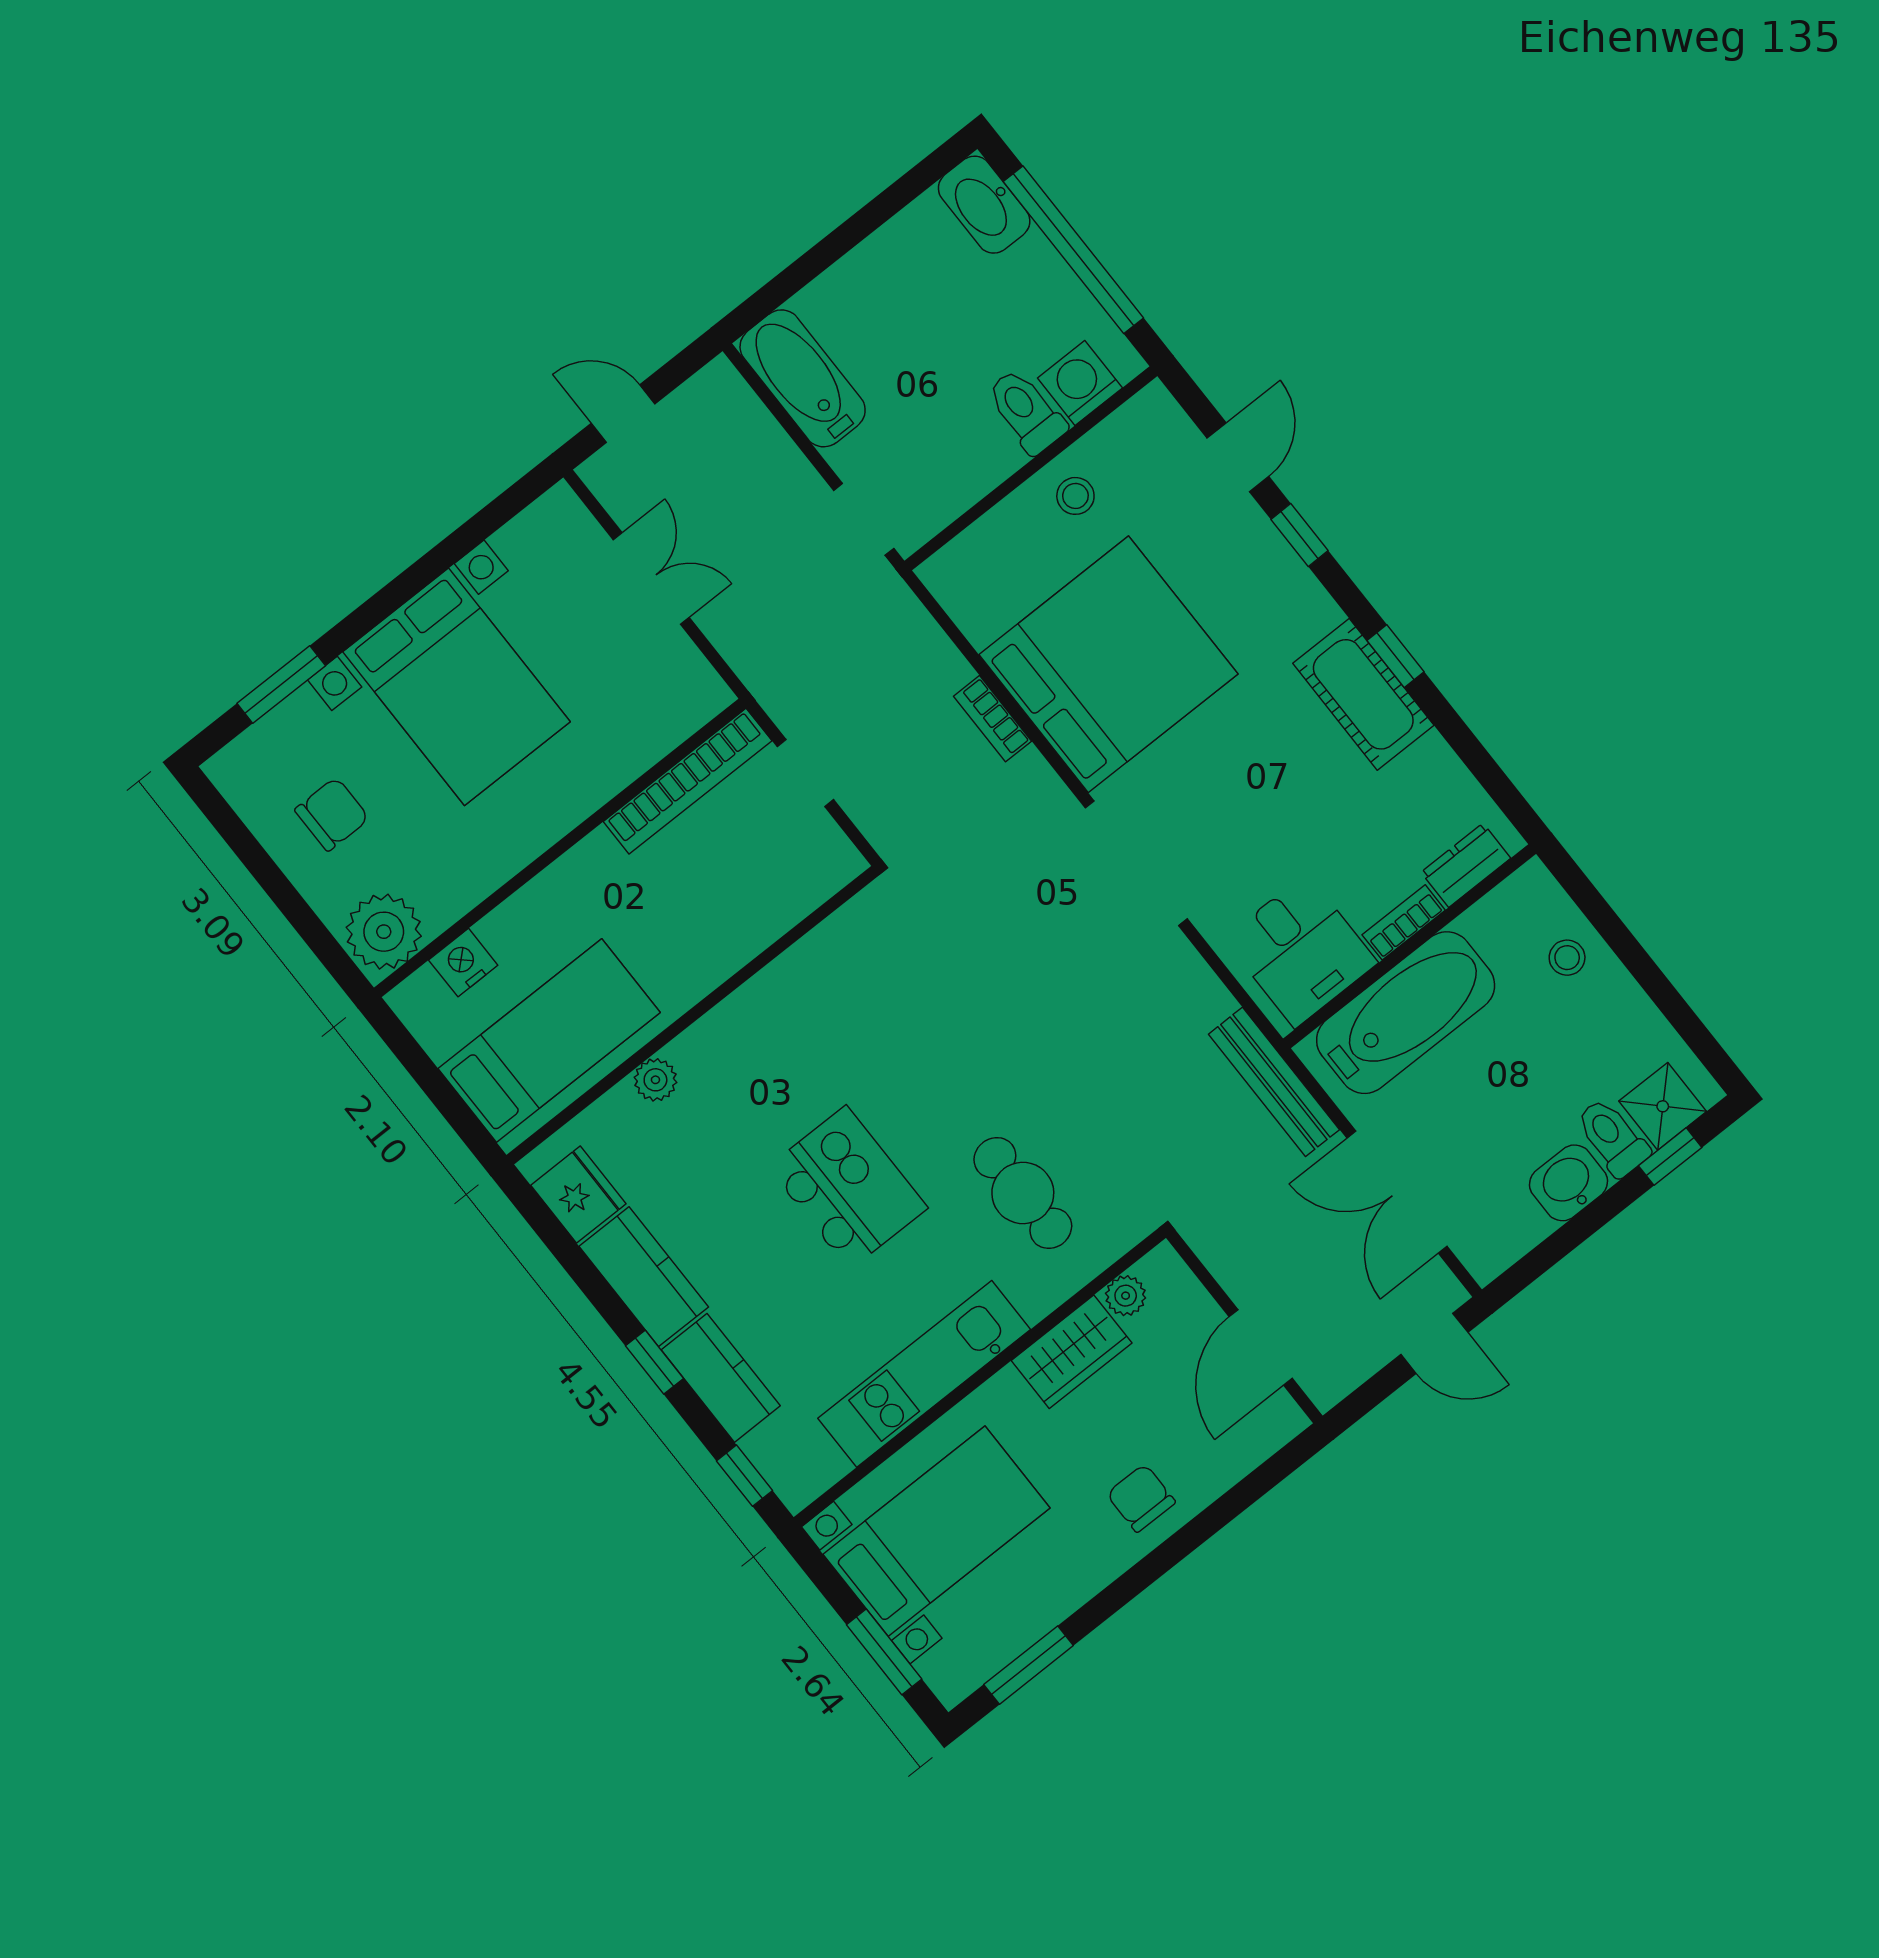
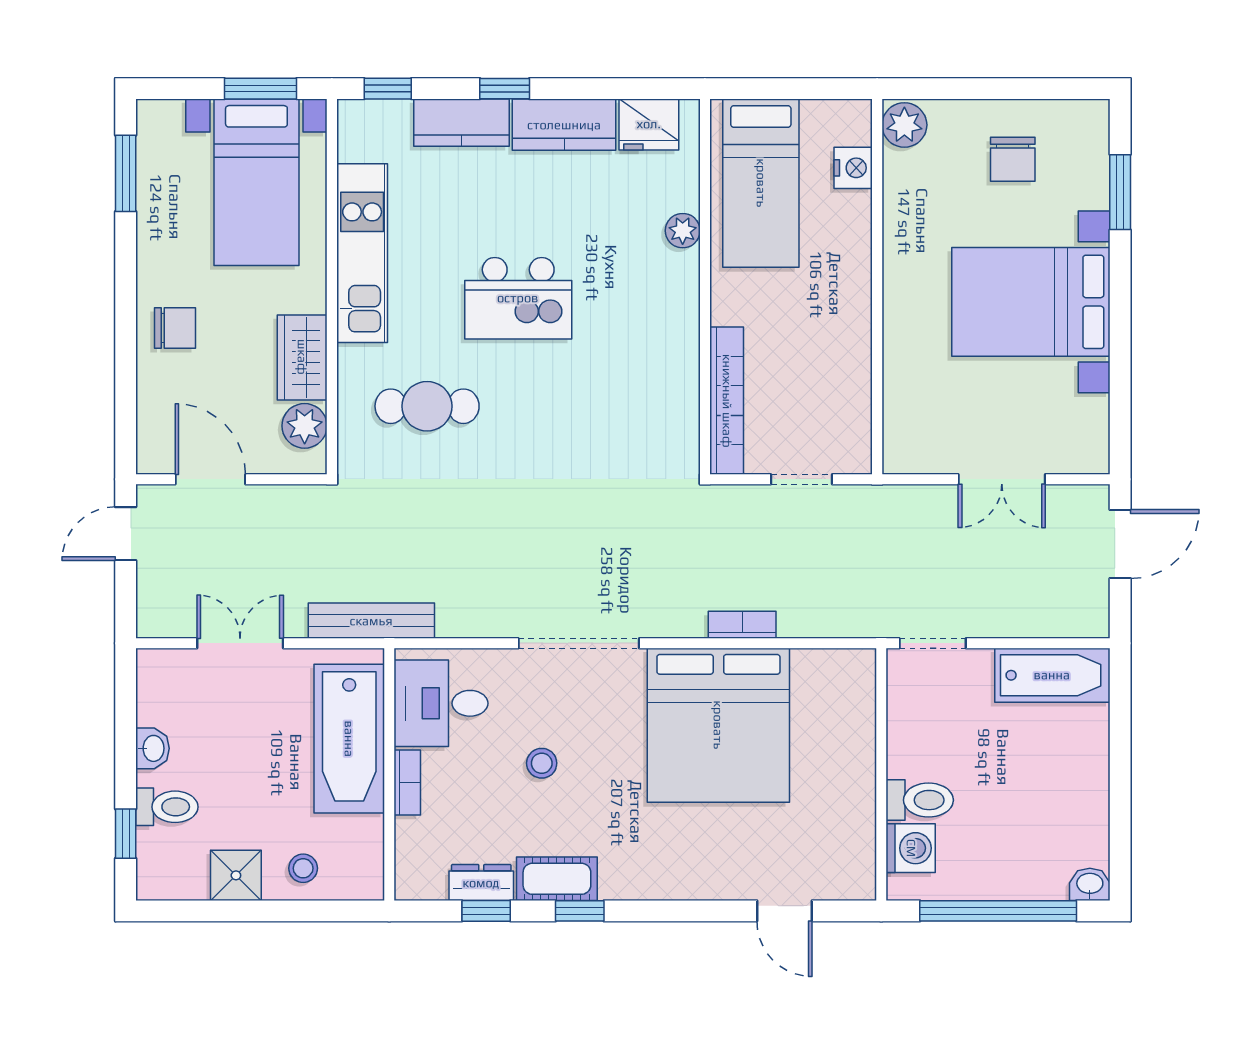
washbasin: (984, 205) -> (1090, 884), width x0.52, depth x0.69
door: (623, 414) -> (1120, 544), width x1.37
stool: (1075, 496) -> (542, 763), moved
window: (1299, 535) -> (486, 911), moved
cot: (1363, 694) -> (557, 879), width x0.73, depth x0.75
bookcase: (688, 781) -> (727, 401), moved, turned 180
dresser: (1466, 865) -> (481, 883), moved, turned -90
plant: (384, 932) -> (904, 125), width x0.73, depth x0.73
shower: (1663, 1106) -> (236, 875), moved
washbasin: (1569, 1183) -> (153, 748), width x0.72, depth x0.69
double door: (1397, 1192) -> (240, 643), width x0.73
plant: (1126, 1296) -> (305, 426), width x1.38, depth x1.38
door: (1434, 1343) -> (126, 534), moved
window: (884, 1652) -> (260, 89), moved

